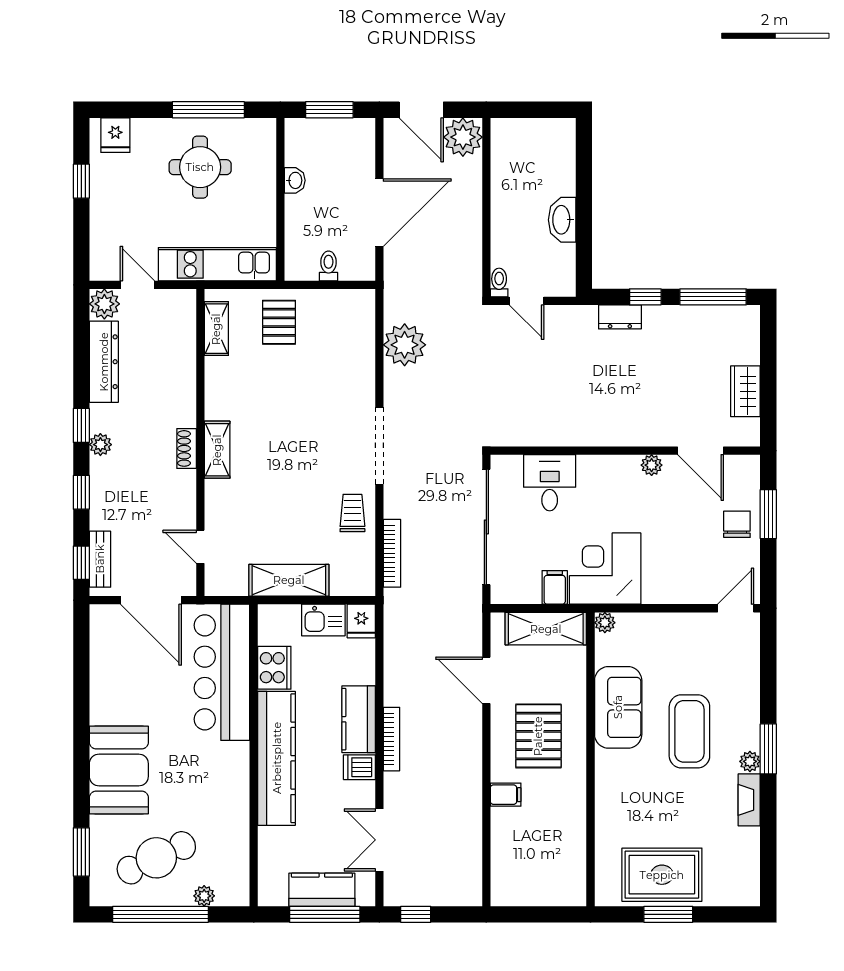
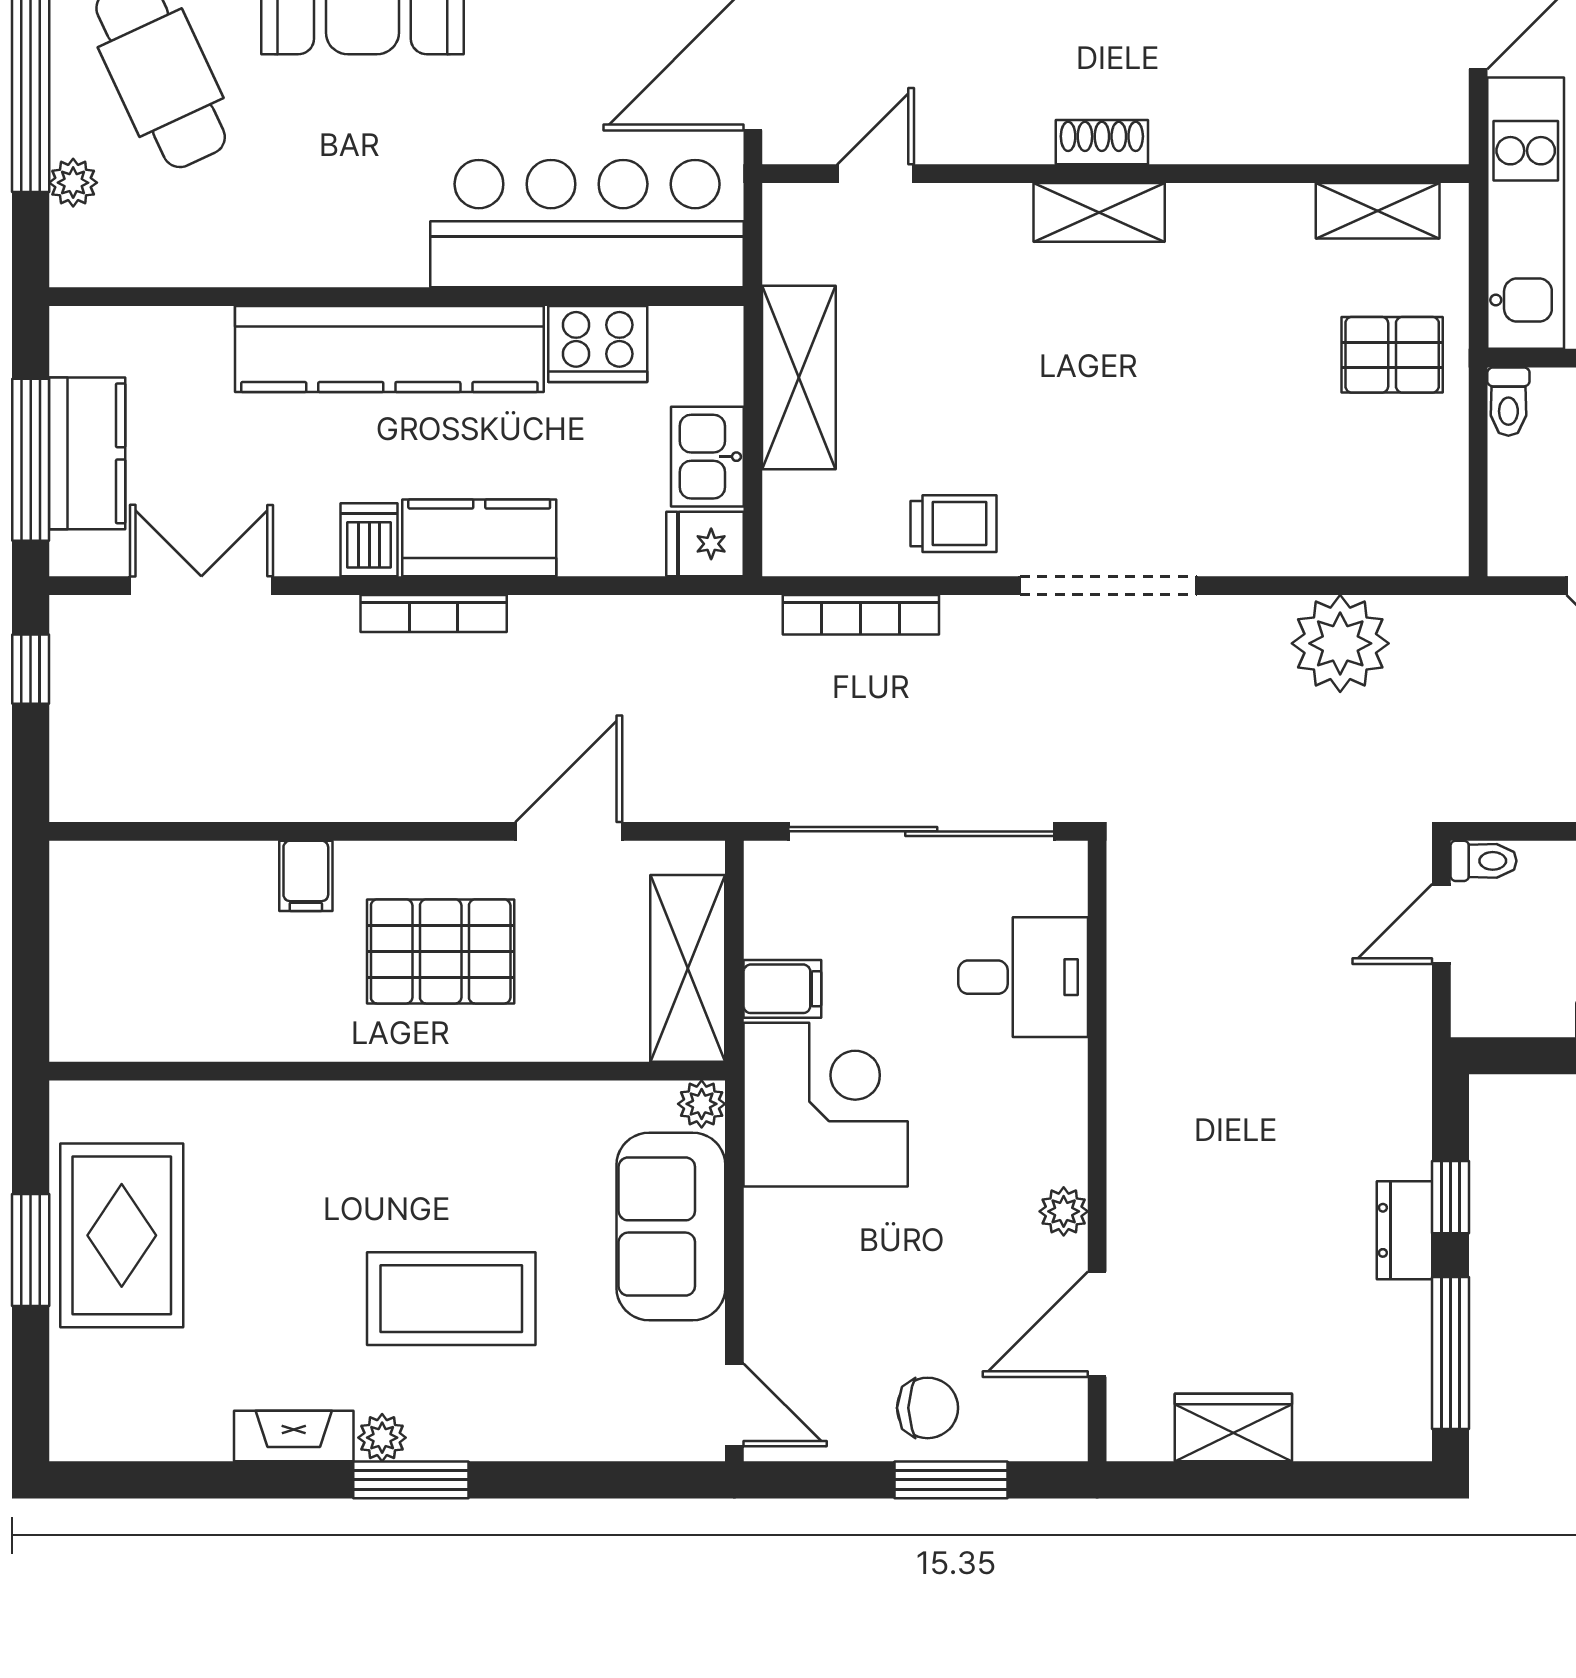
toilet: (329, 266) -> (1508, 402), moved, turned 90
dresser: (620, 317) -> (1404, 1230), moved
sofa: (618, 707) -> (671, 1226), moved, turned 90

